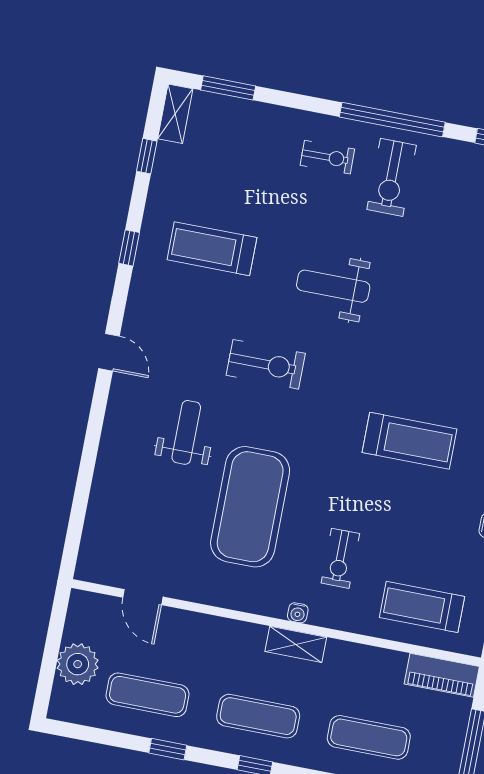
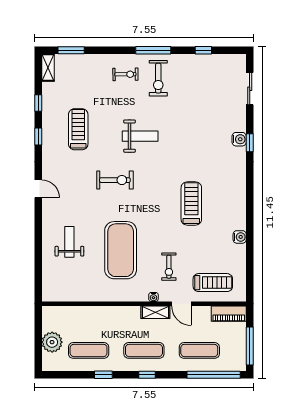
window: (392, 120) -> (153, 50), width x0.68
window: (147, 156) -> (38, 103), moved
treadmill: (212, 249) -> (78, 129), turned 90
weight bench: (333, 286) -> (140, 136), turned 180
weight bench: (186, 432) -> (69, 242), moved
treadmill: (409, 441) -> (191, 204), turned -90
door: (143, 597) -> (181, 304), moved
treadmill: (422, 607) -> (213, 283), turned 180

